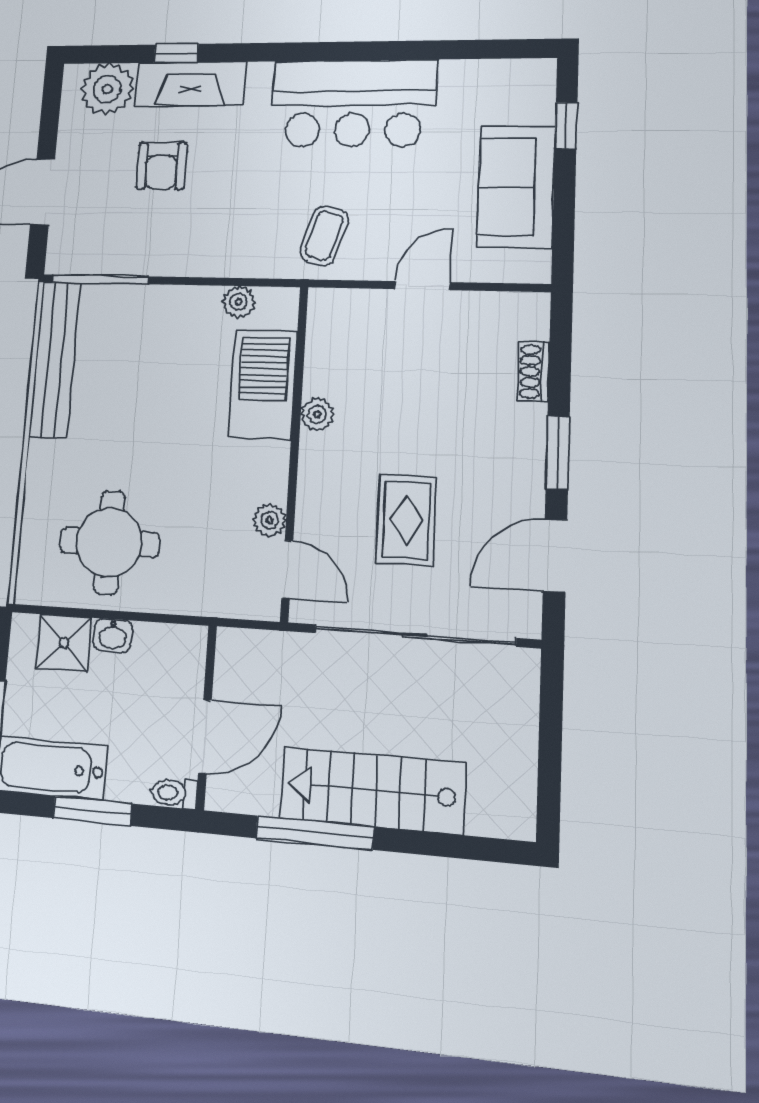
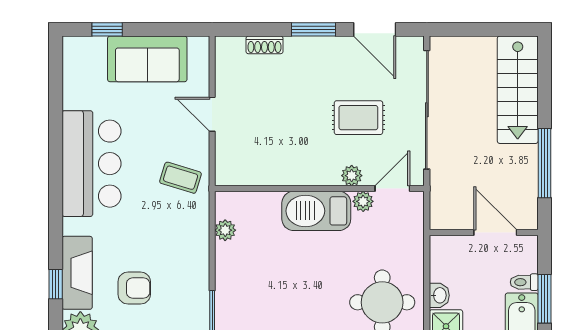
barbecue: (263, 385) -> (316, 211), moved
plant: (317, 414) -> (352, 176), moved
stairs: (372, 790) -> (518, 90), moved
toilet: (174, 793) -> (524, 282), moved, turned 90

